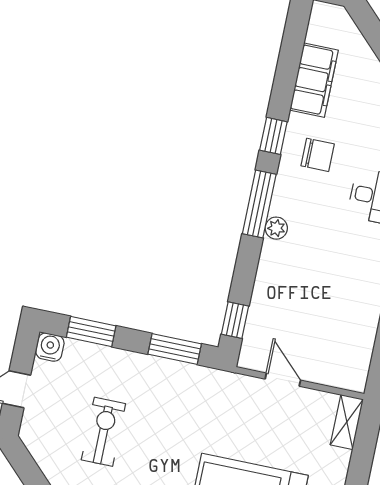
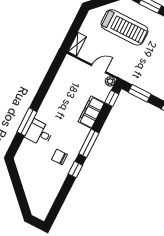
filing cabinet: (314, 80) -> (91, 112), moved
plant: (276, 228) -> (110, 81), moved
door: (283, 380) -> (99, 69), swing flipped

